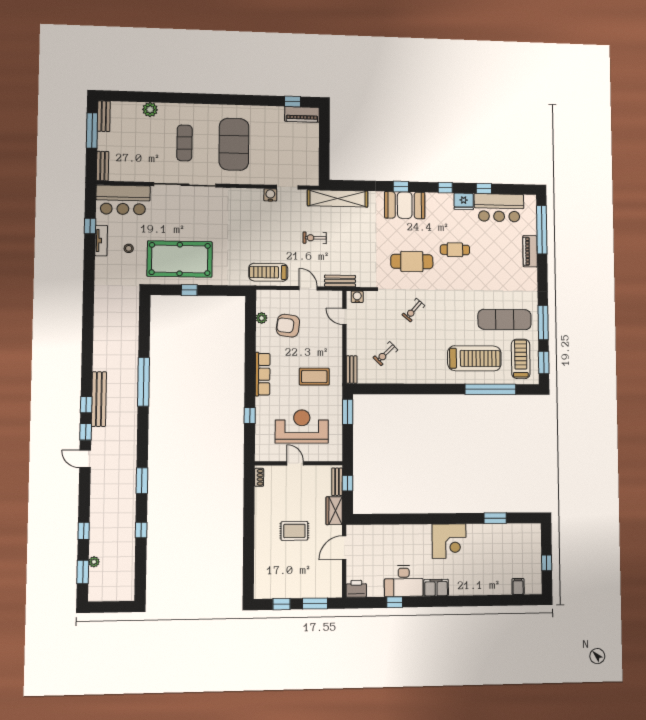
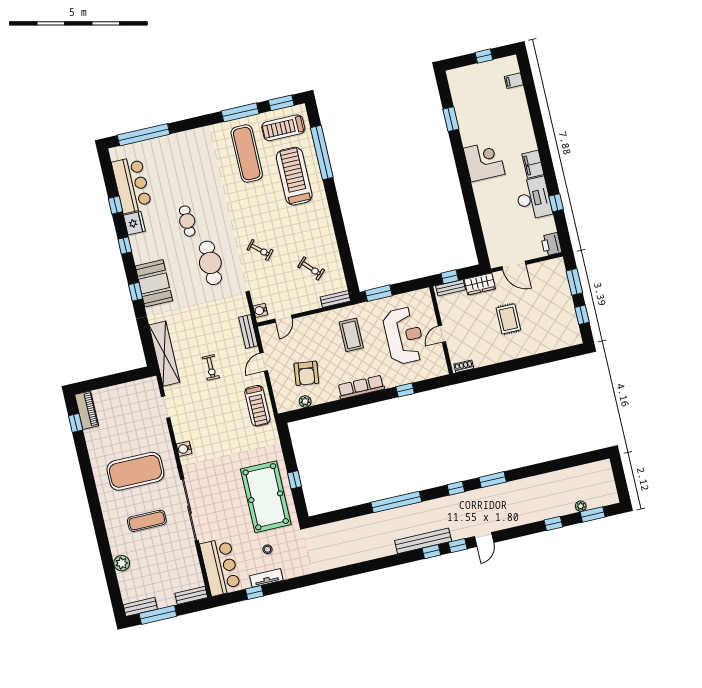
water cooler: (270, 195) -> (184, 449), moved
piano: (530, 251) -> (169, 142), removed
reception desk: (302, 426) -> (404, 336), turned 180
window: (141, 530) -> (456, 488), moved

